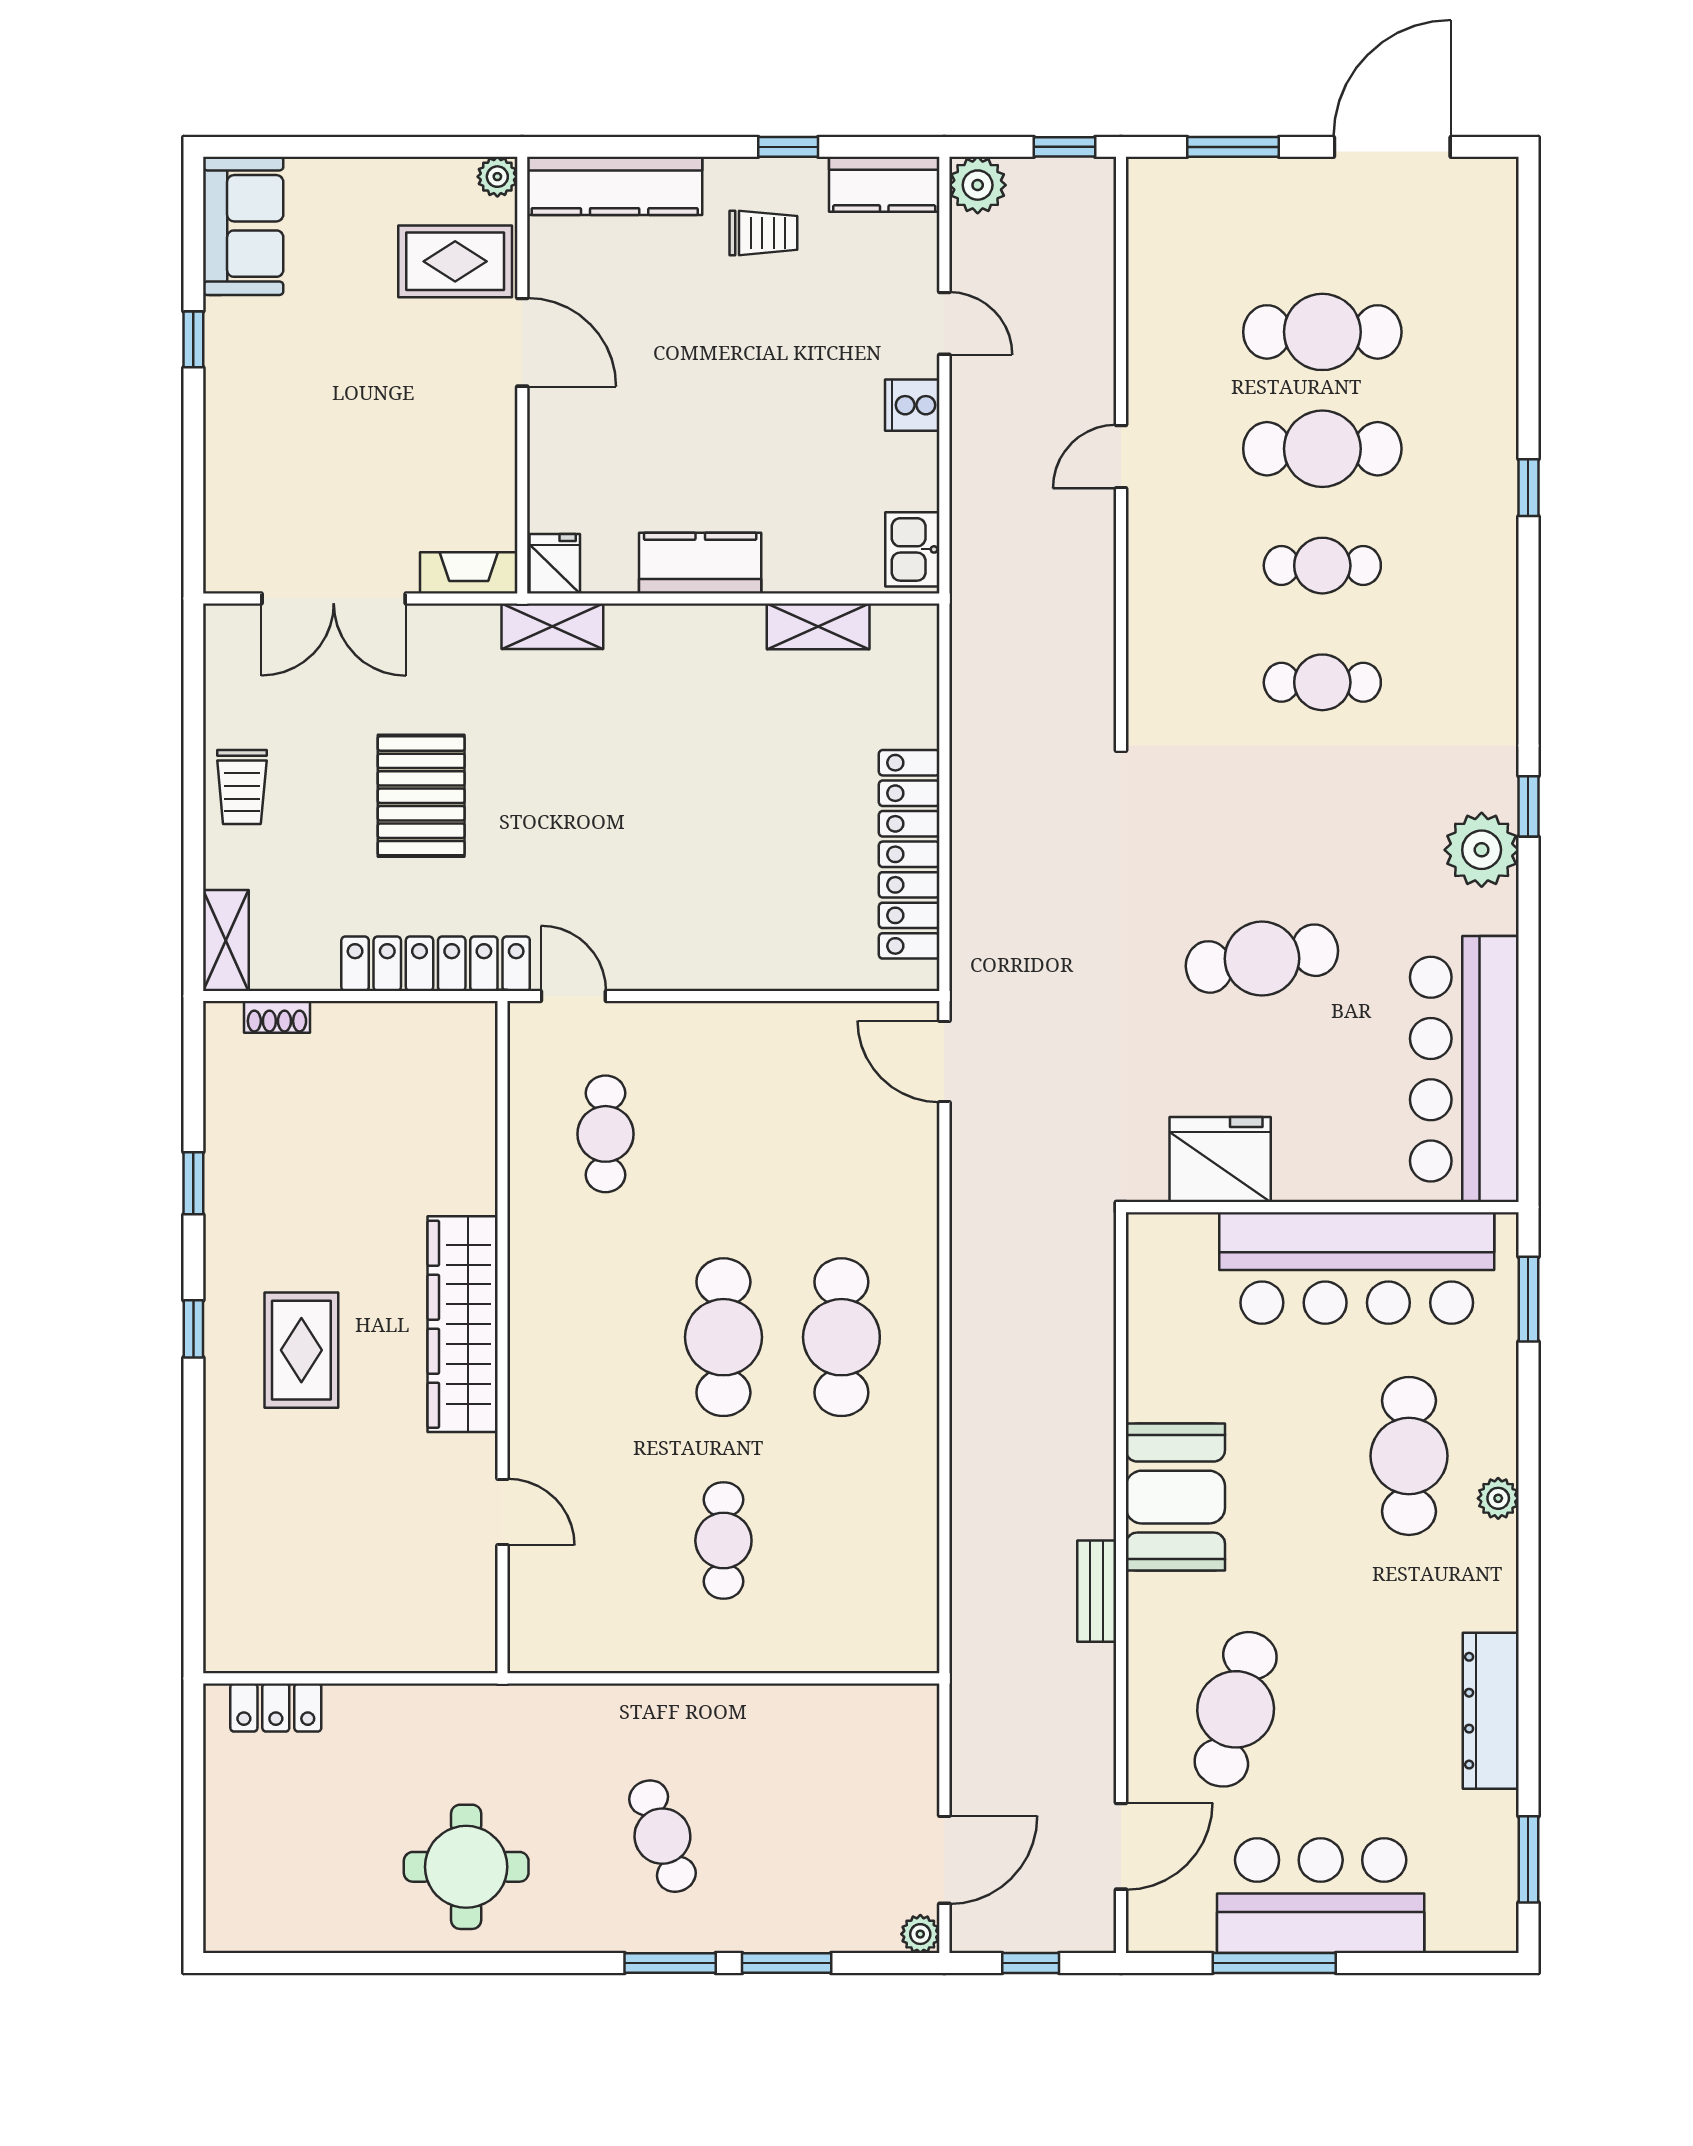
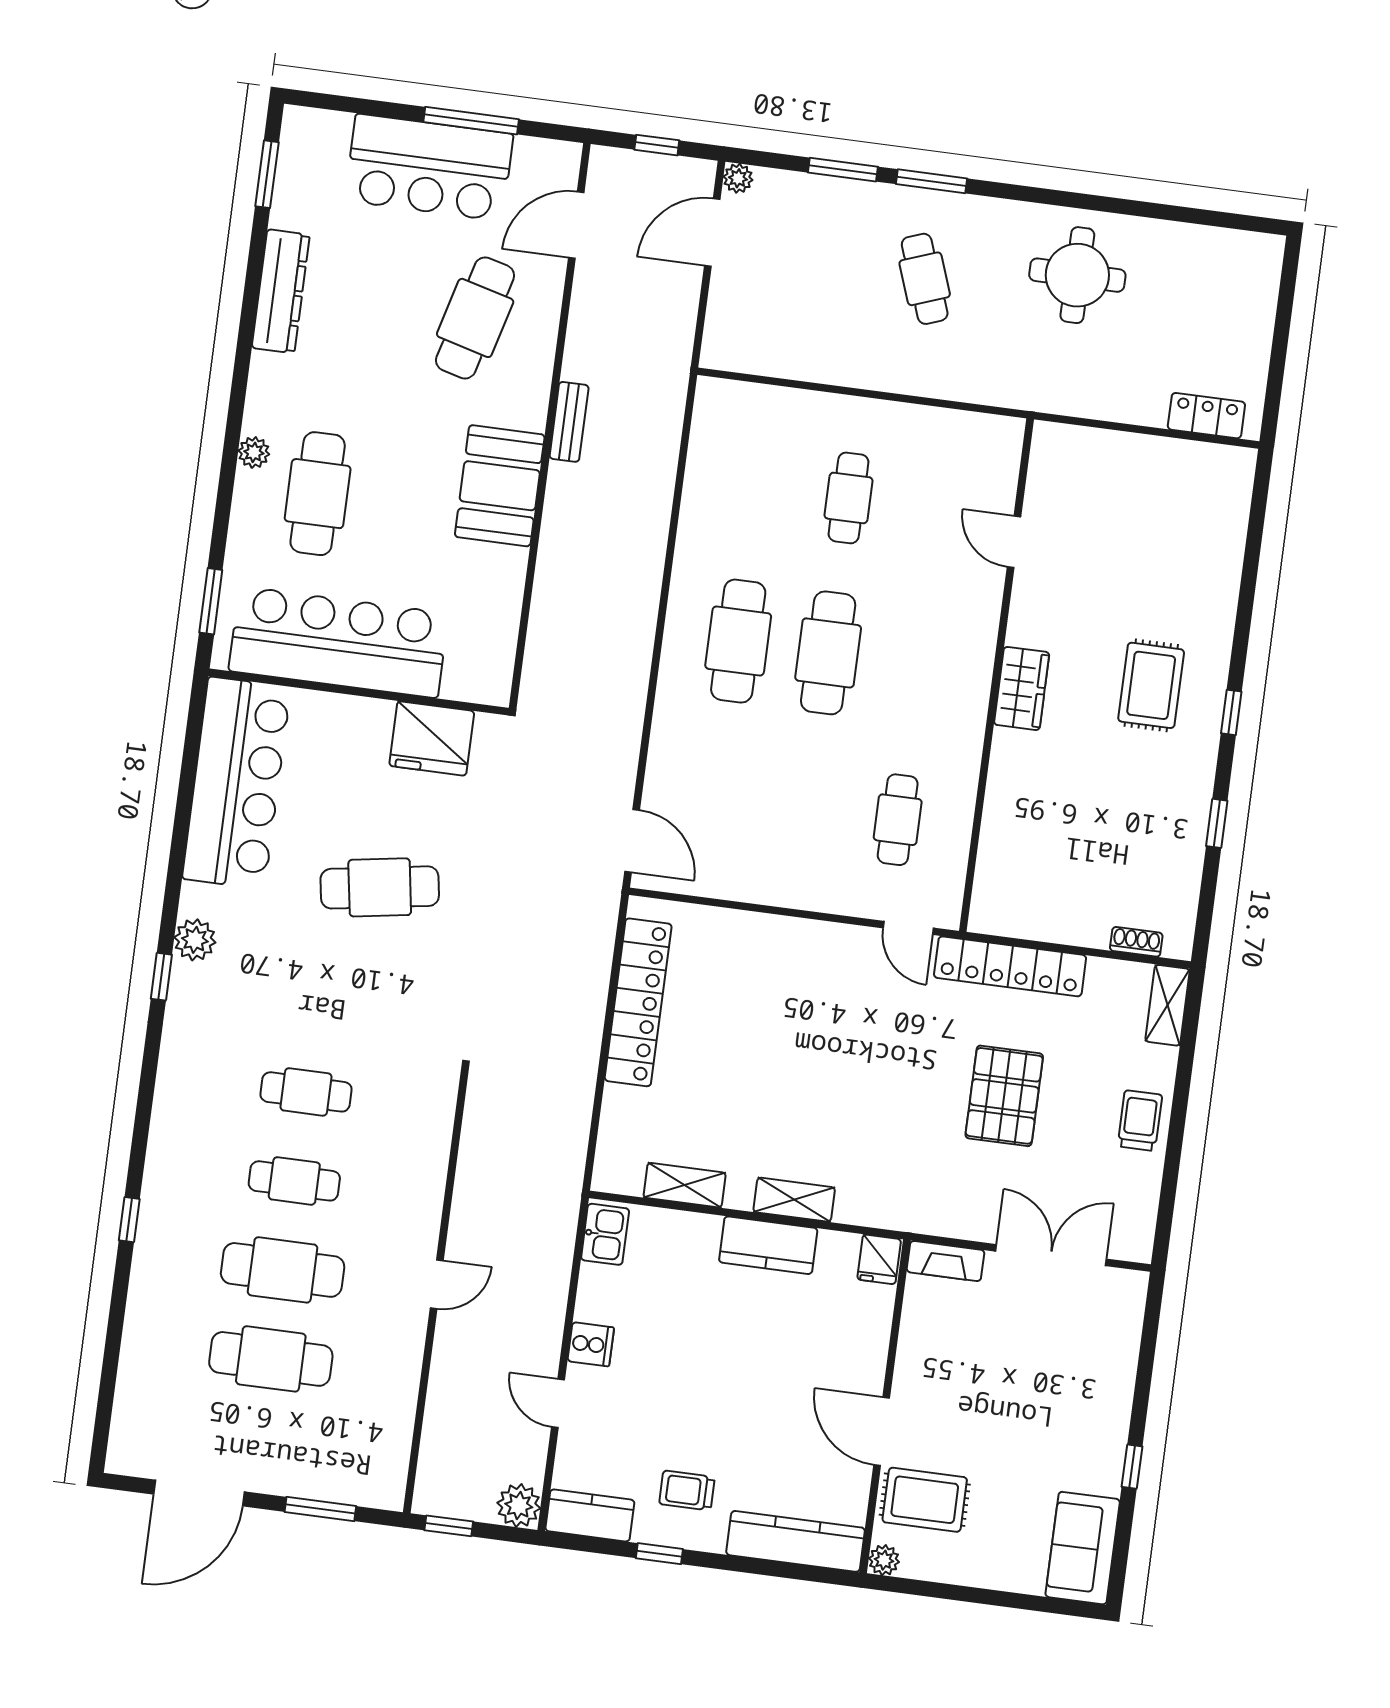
shelving: (552, 626) -> (794, 1200), moved
plant: (1482, 850) -> (195, 940), width x0.73, depth x0.73
wardrobe: (463, 1324) -> (1022, 688), width x0.48, depth x0.85

